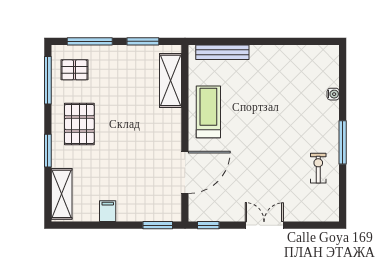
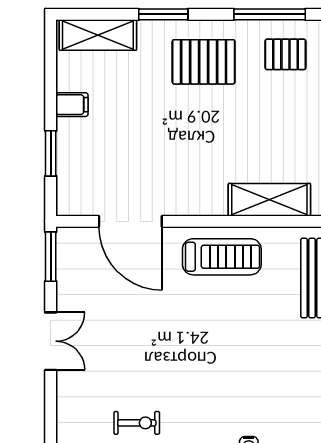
pallet: (74, 70) -> (285, 54), turned 90
window: (158, 225) -> (51, 153), moved
window: (208, 225) -> (51, 257), width x1.50

